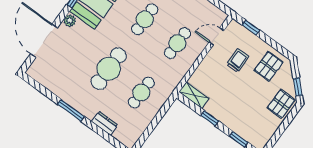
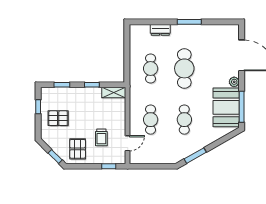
window: (298, 87) -> (55, 157), moved
pallet: (281, 104) -> (58, 118), moved, turned 90
window: (277, 135) -> (38, 107), added

